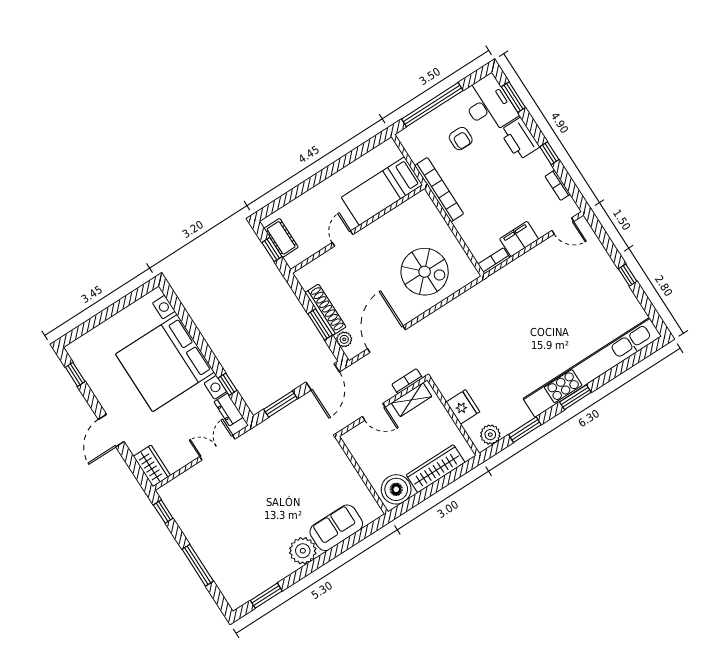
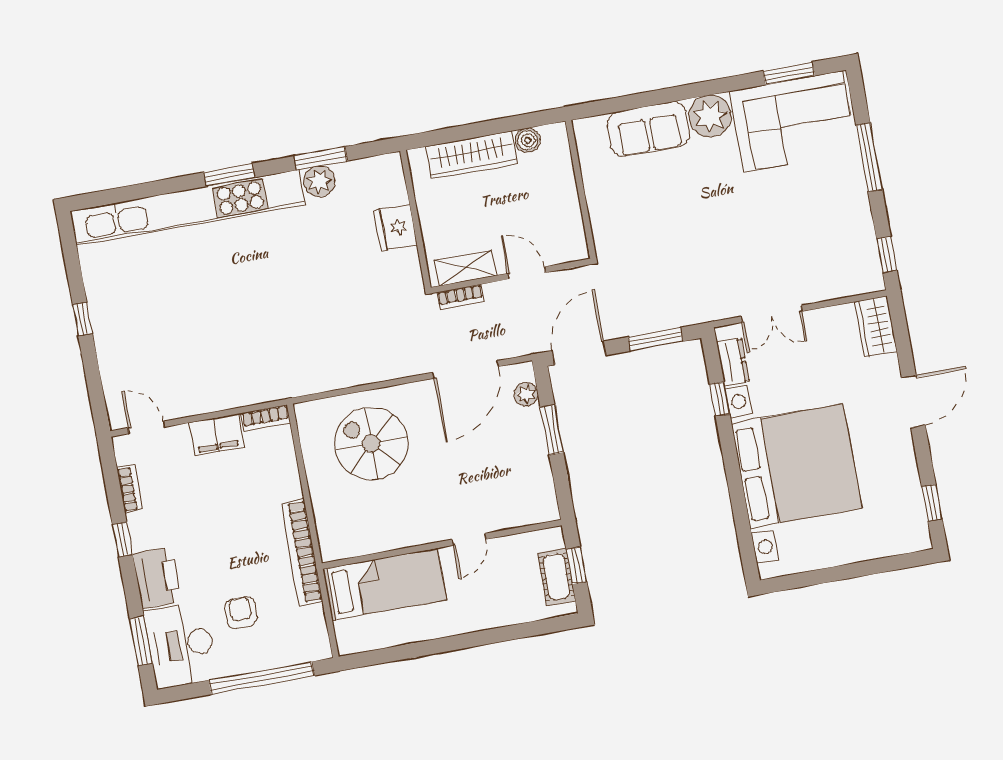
shoe rack: (325, 310) -> (535, 448), removed
plant: (490, 435) -> (319, 181), moved
boiler: (396, 489) -> (528, 140), width x0.54, depth x0.54
corner sofa: (252, 568) -> (793, 121), added

